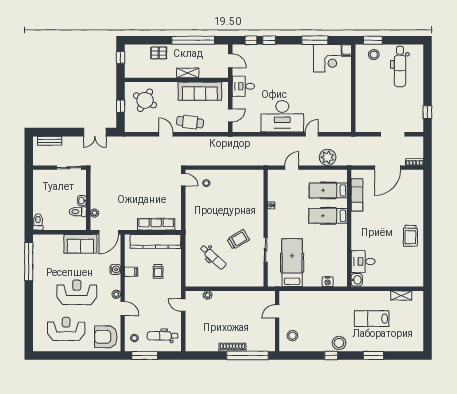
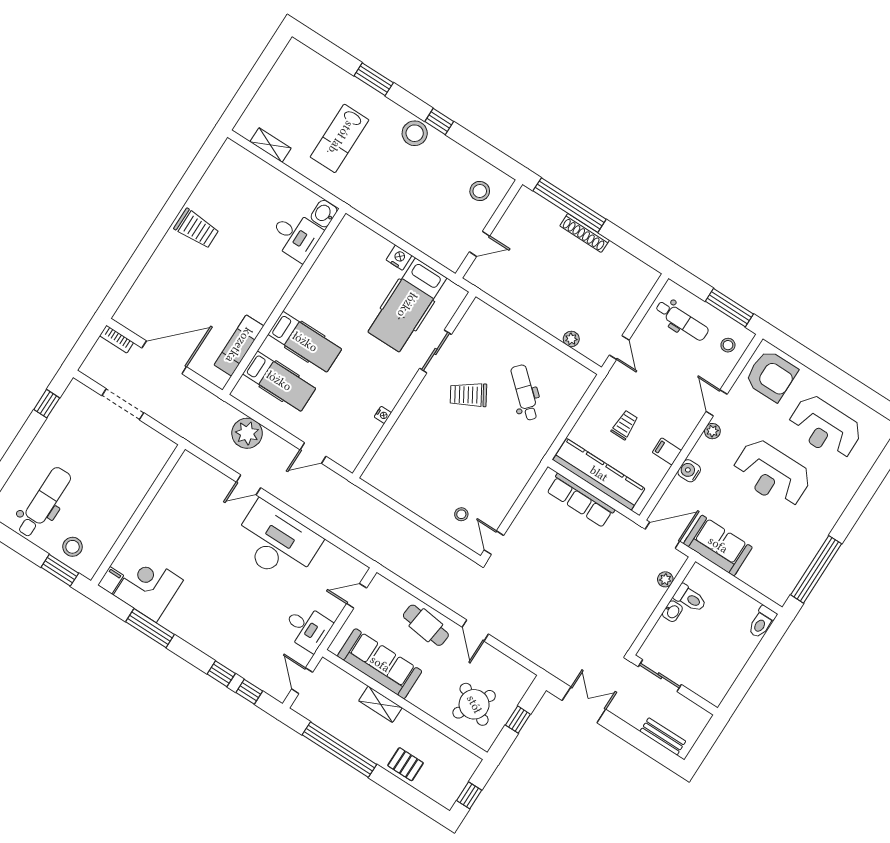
trolley: (410, 236) -> (197, 229), turned 90
nightstand: (328, 282) -> (399, 258), moved
lab bench: (372, 319) -> (340, 138), turned 90

